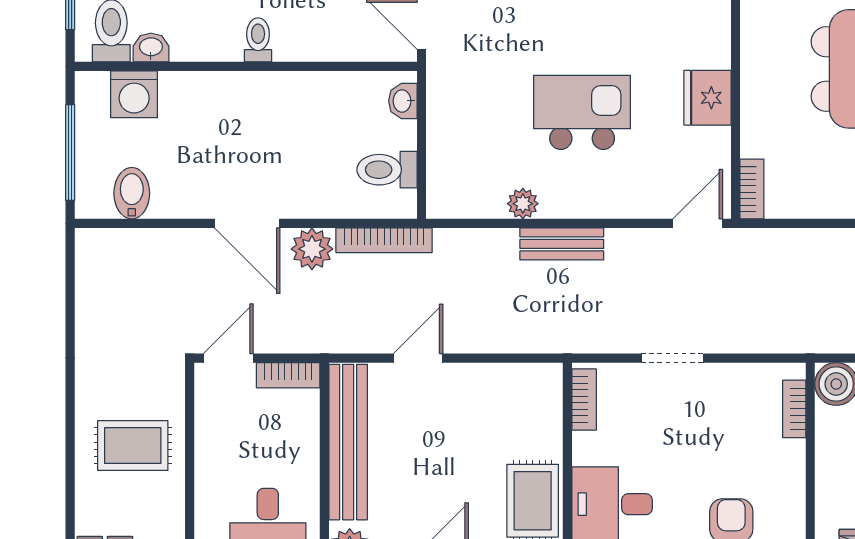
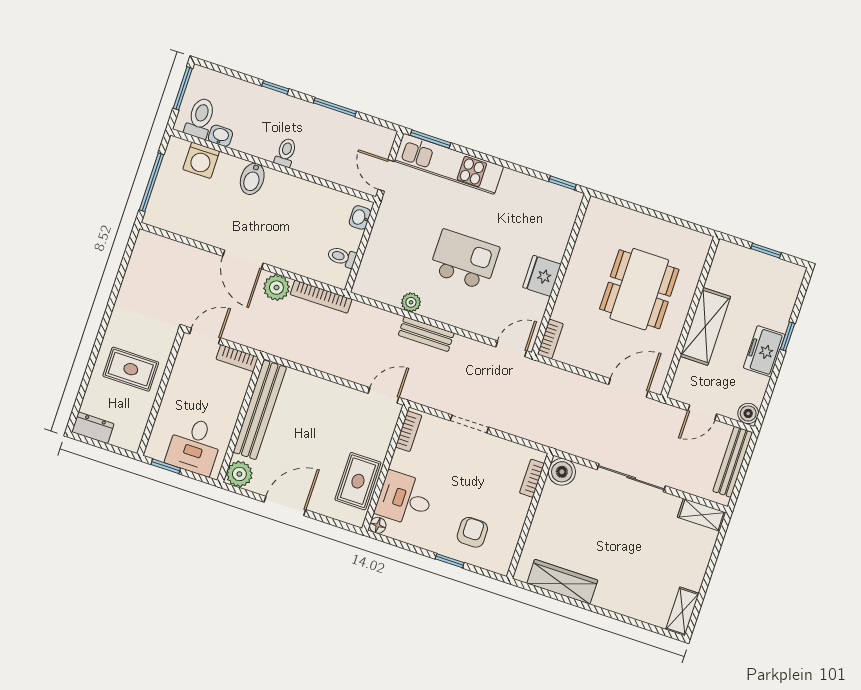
toilet: (387, 170) -> (342, 257), width x0.73, depth x0.72
bidet: (132, 193) -> (252, 179), moved, turned 180
door: (418, 358) -> (384, 395), moved

